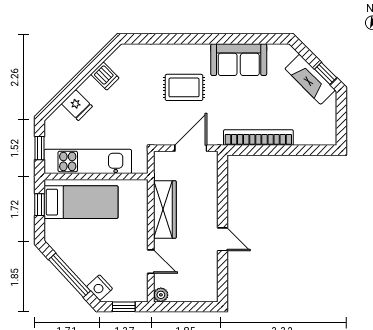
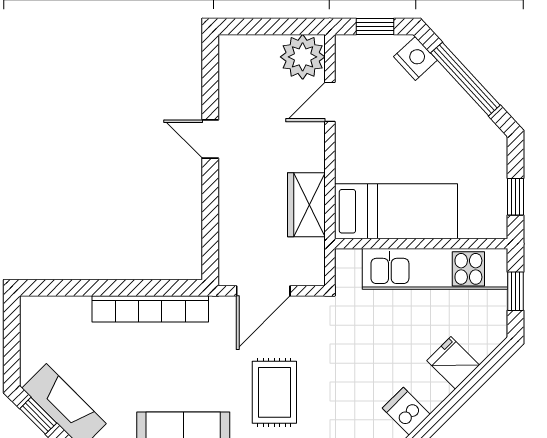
rug: (184, 87) -> (274, 392), turned 90
bed: (81, 202) -> (396, 211), moved, turned 180
wardrobe: (165, 209) -> (306, 205), width x0.67
door: (151, 262) -> (330, 102), hinge flipped
plant: (161, 295) -> (303, 57), width x1.88, depth x1.88

